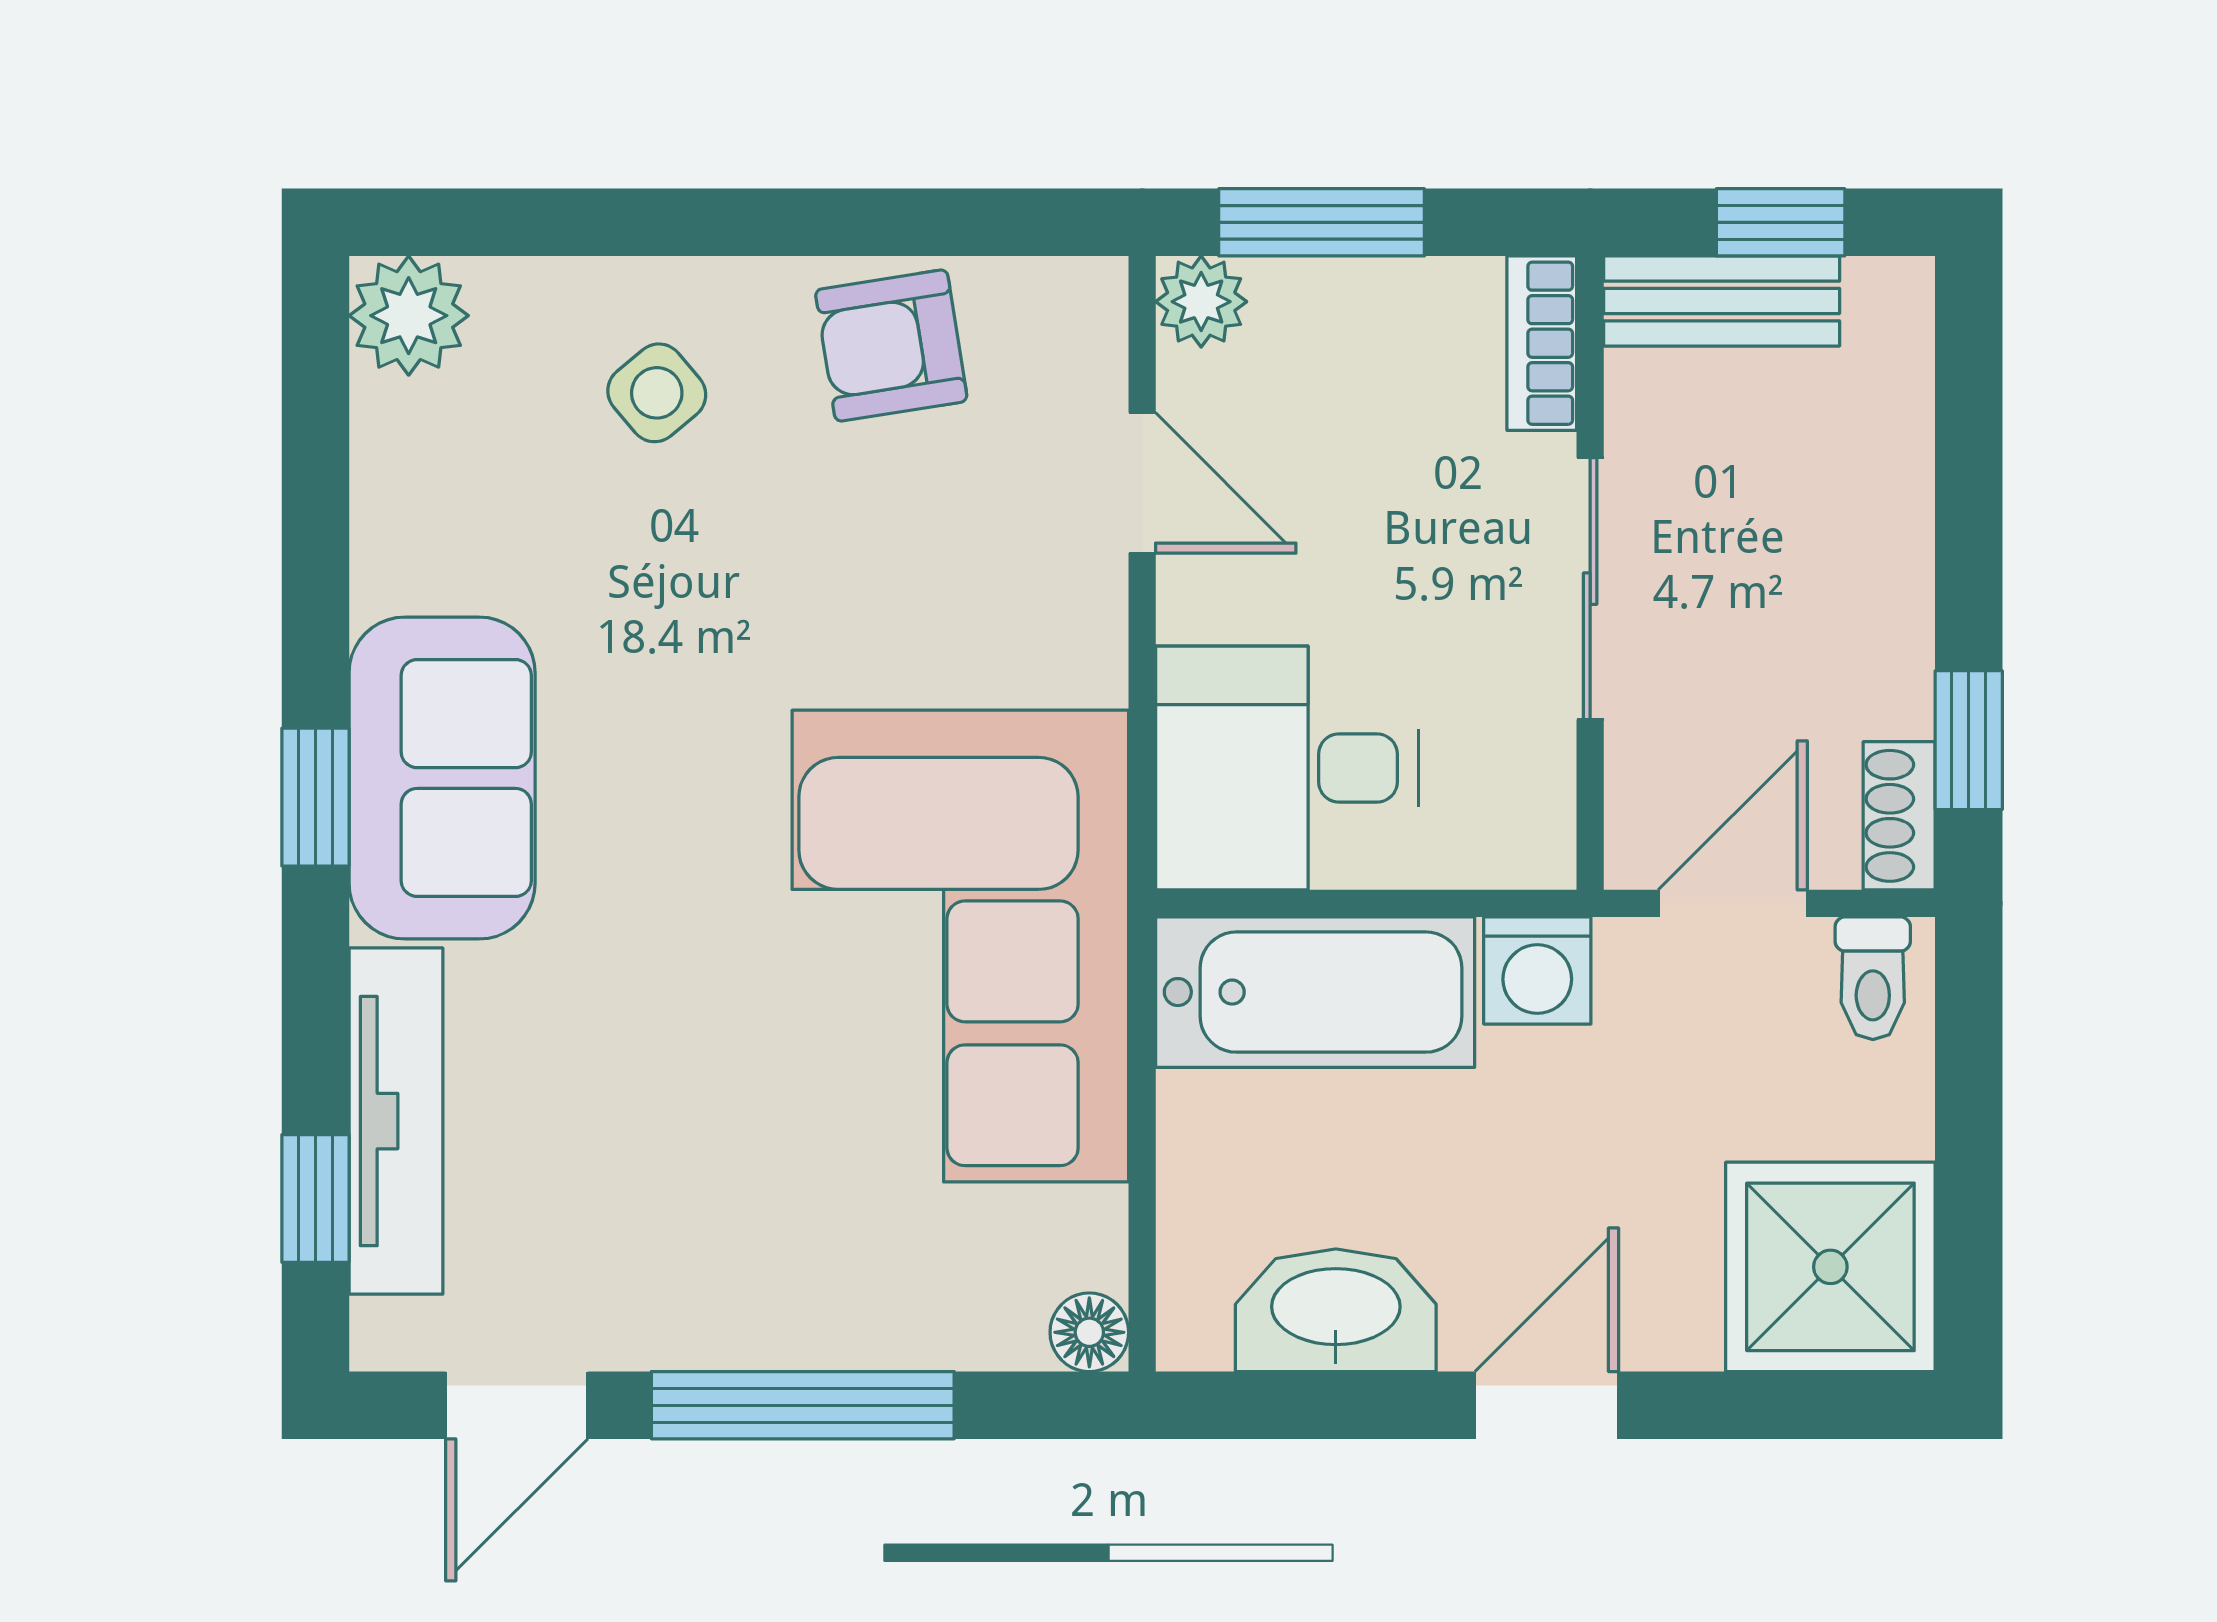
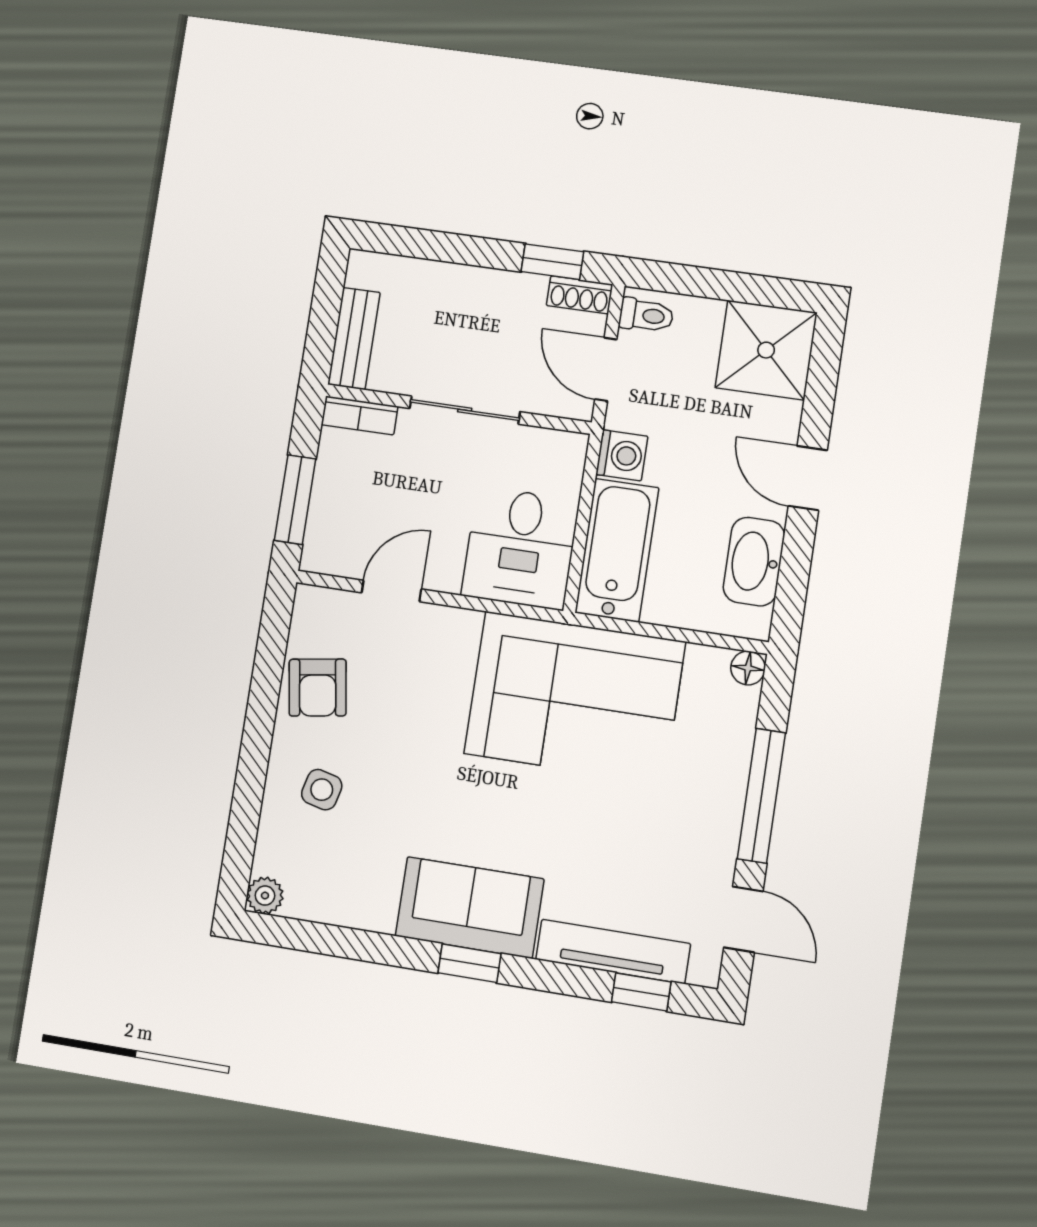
window: (1781, 222) -> (325, 310), removed
plant: (1201, 302) -> (320, 555), removed
plant: (409, 316) -> (265, 896), width x0.73, depth x0.73
side table: (657, 393) -> (322, 790), turned -36

